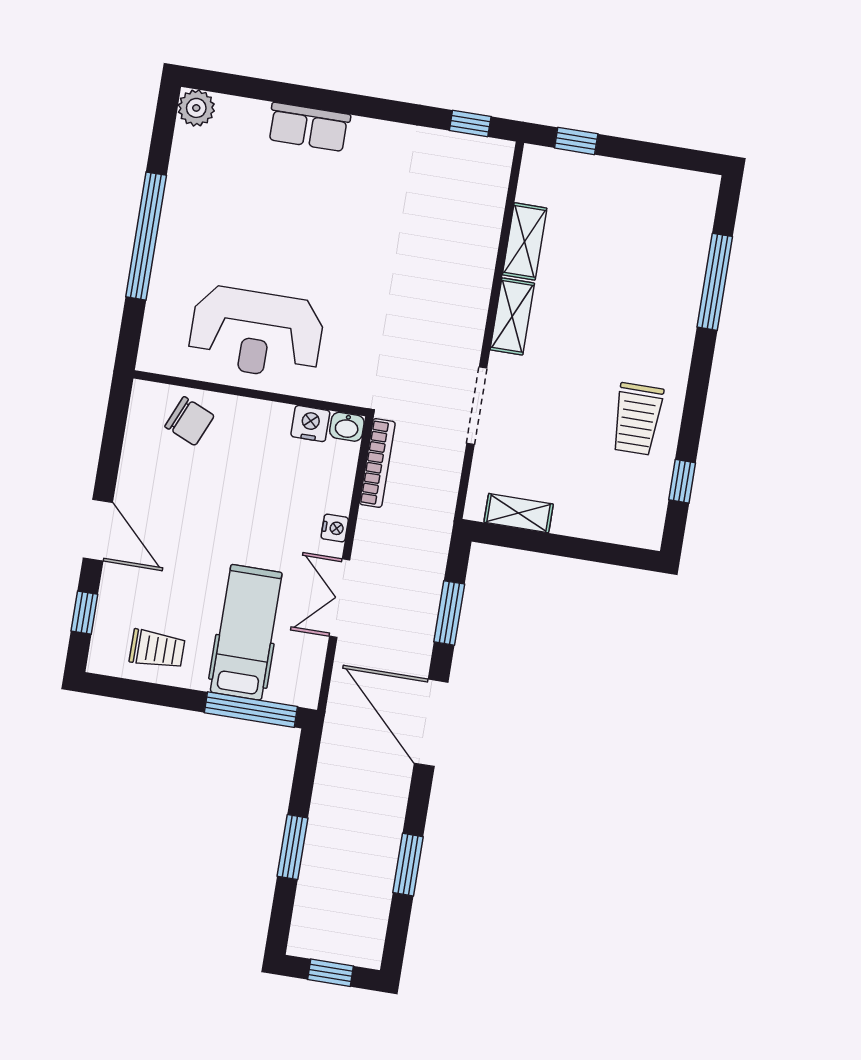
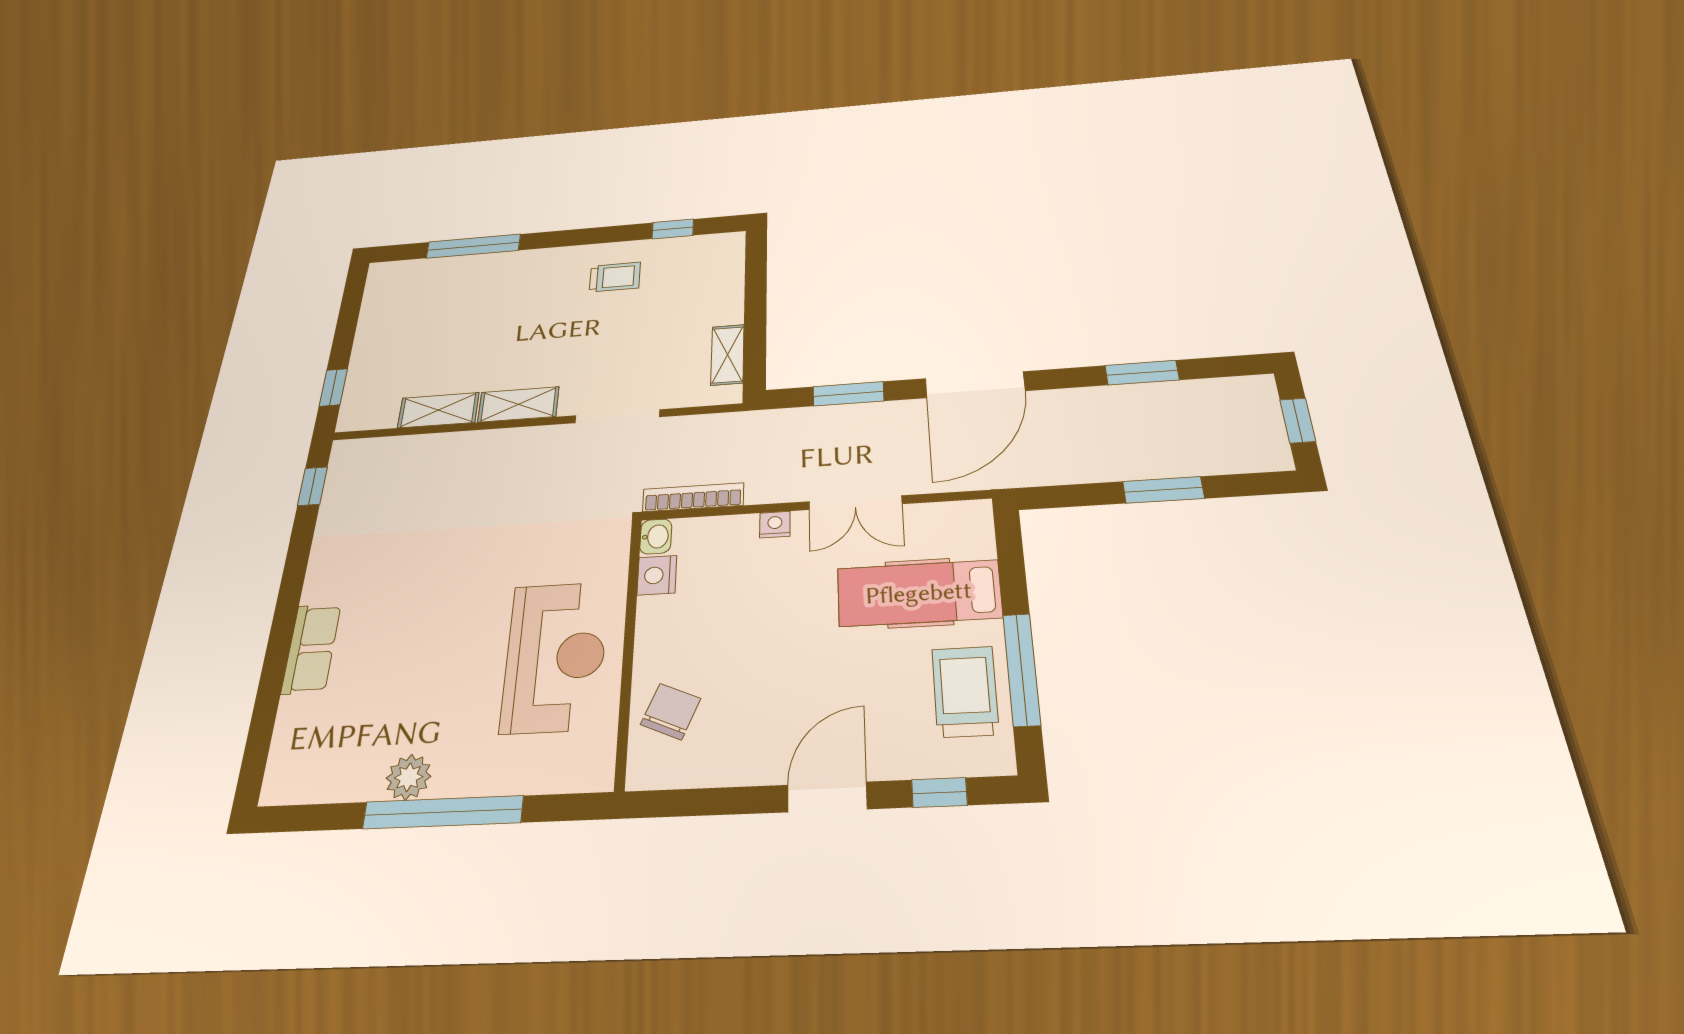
plant: (196, 108) -> (409, 777), moved
trolley: (637, 419) -> (615, 277), width x0.73, depth x0.72
trolley: (157, 649) -> (965, 691), width x1.36, depth x1.39
window: (251, 710) -> (1022, 669), moved

